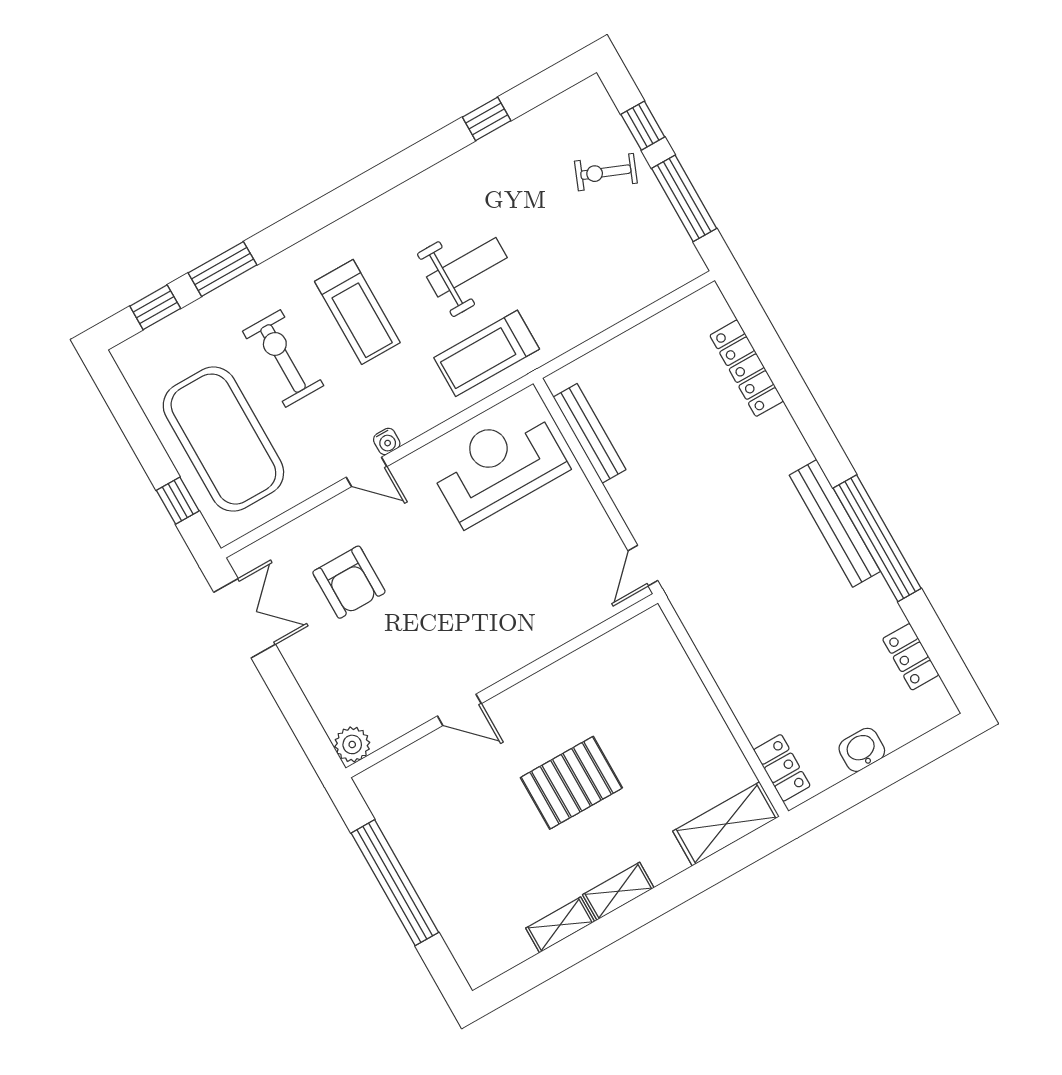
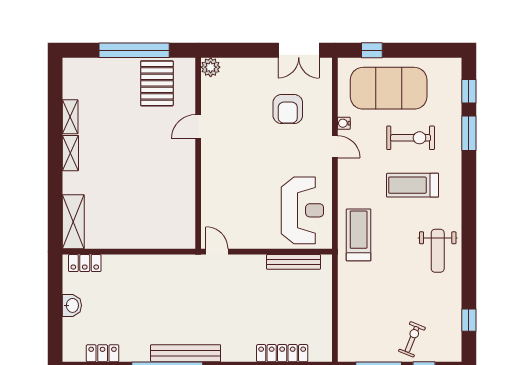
window: (487, 119) -> (469, 320), moved
weight bench: (467, 267) -> (438, 251), moved
water cooler: (387, 441) -> (344, 123), moved
door: (367, 472) -> (335, 147), swing flipped
armchair: (349, 582) -> (288, 109), turned -90
pallet: (571, 783) -> (157, 83), moved

